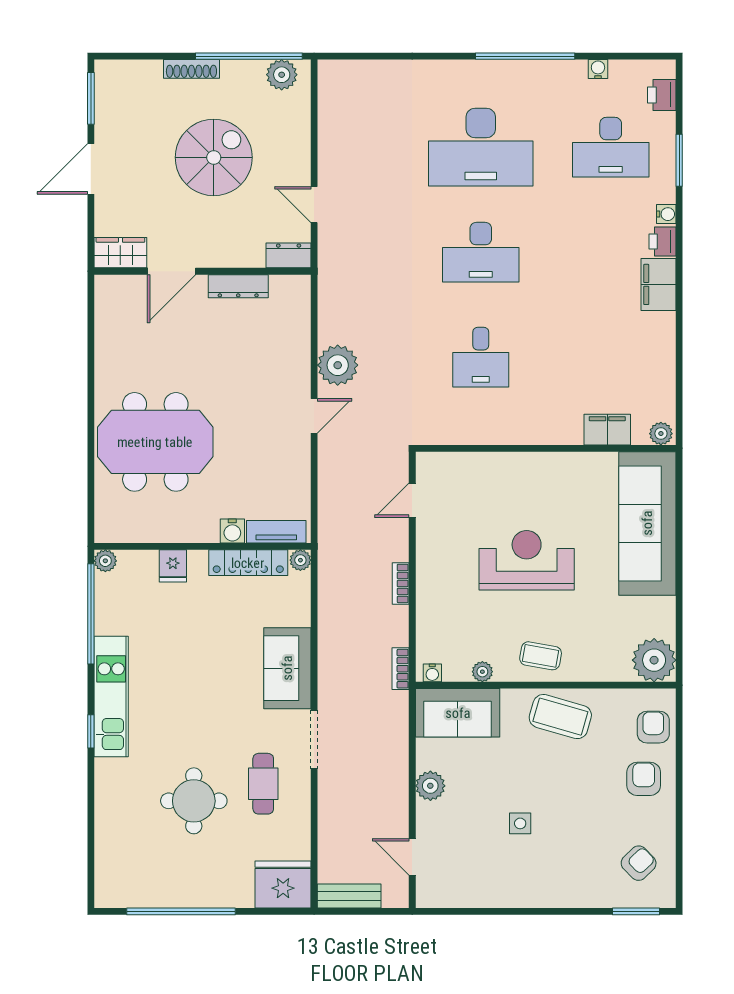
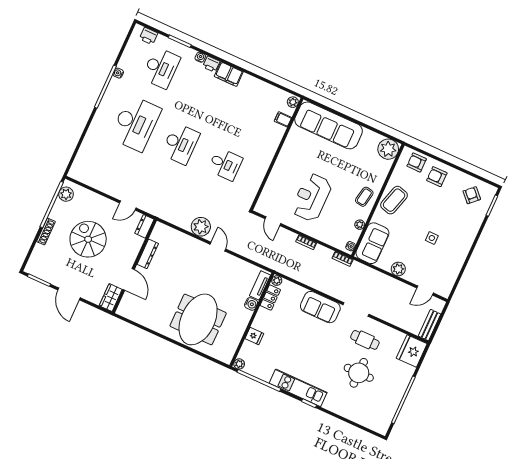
water cooler: (598, 69) -> (118, 73), moved
filing cabinet: (607, 430) -> (283, 119), width x0.50
reception desk: (527, 560) -> (312, 197), moved
locker: (248, 563) -> (270, 297), width x0.66

